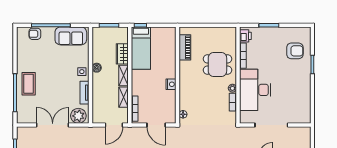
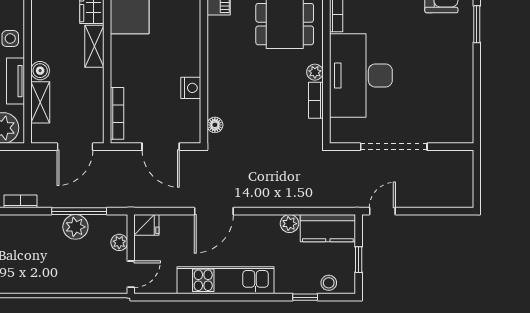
boiler: (97, 68) -> (40, 71), moved
nightstand: (171, 84) -> (191, 88), moved
shelving: (124, 97) -> (40, 102), moved

